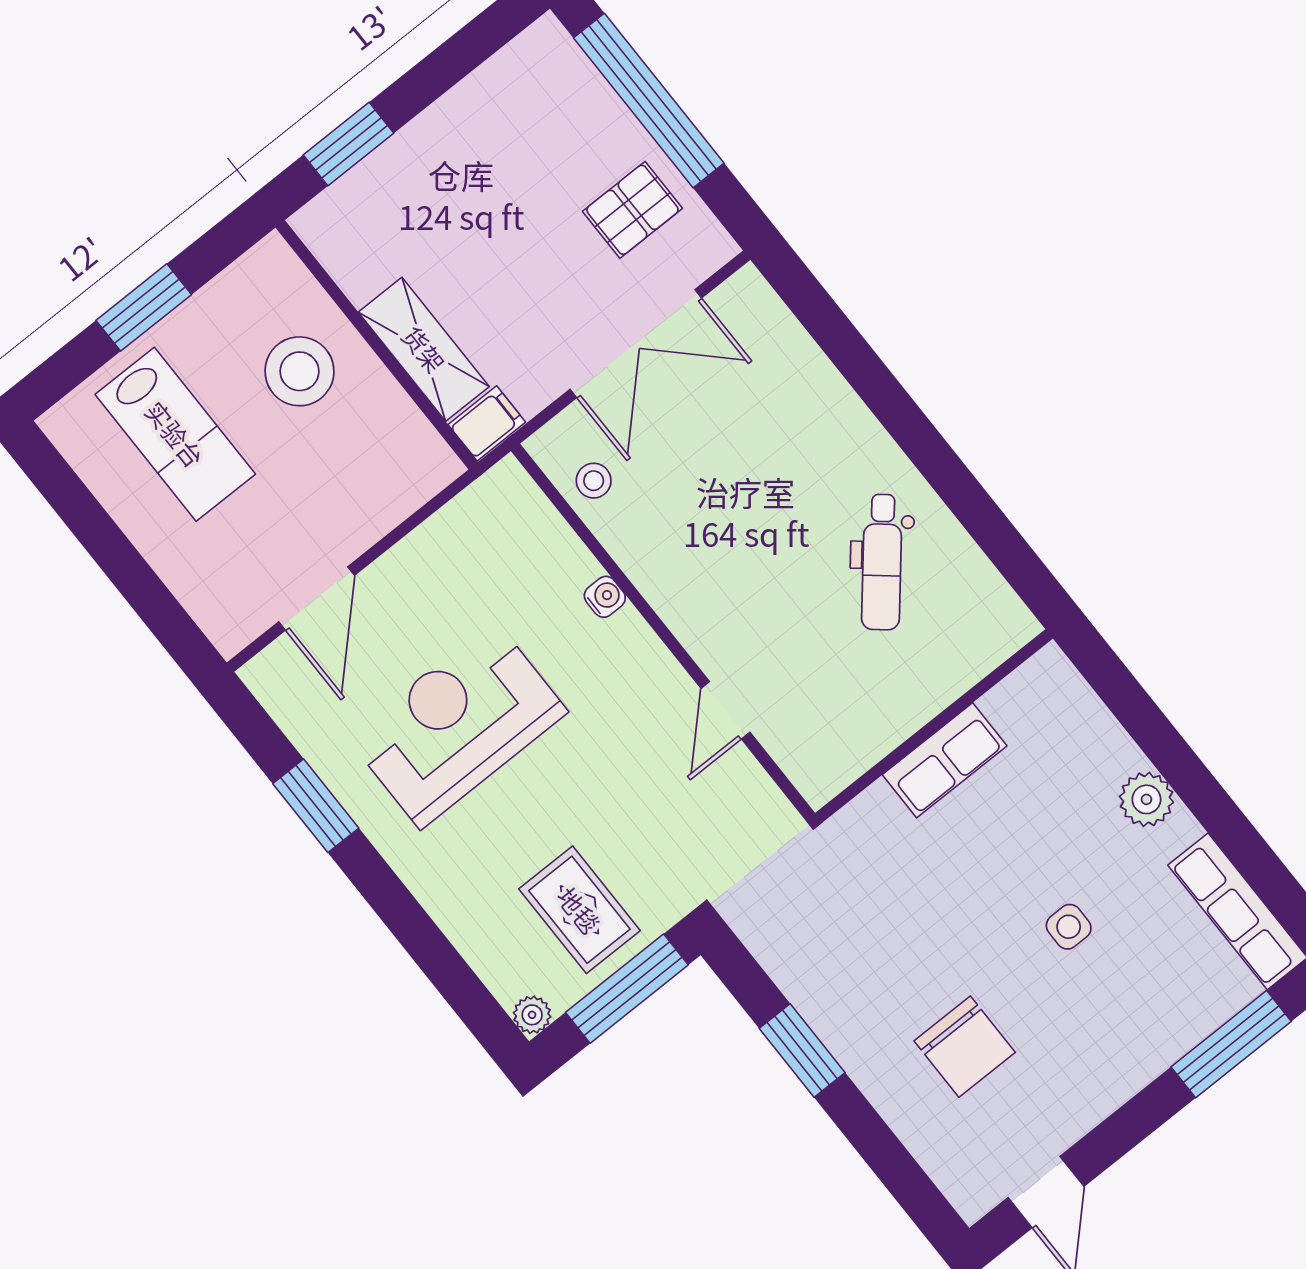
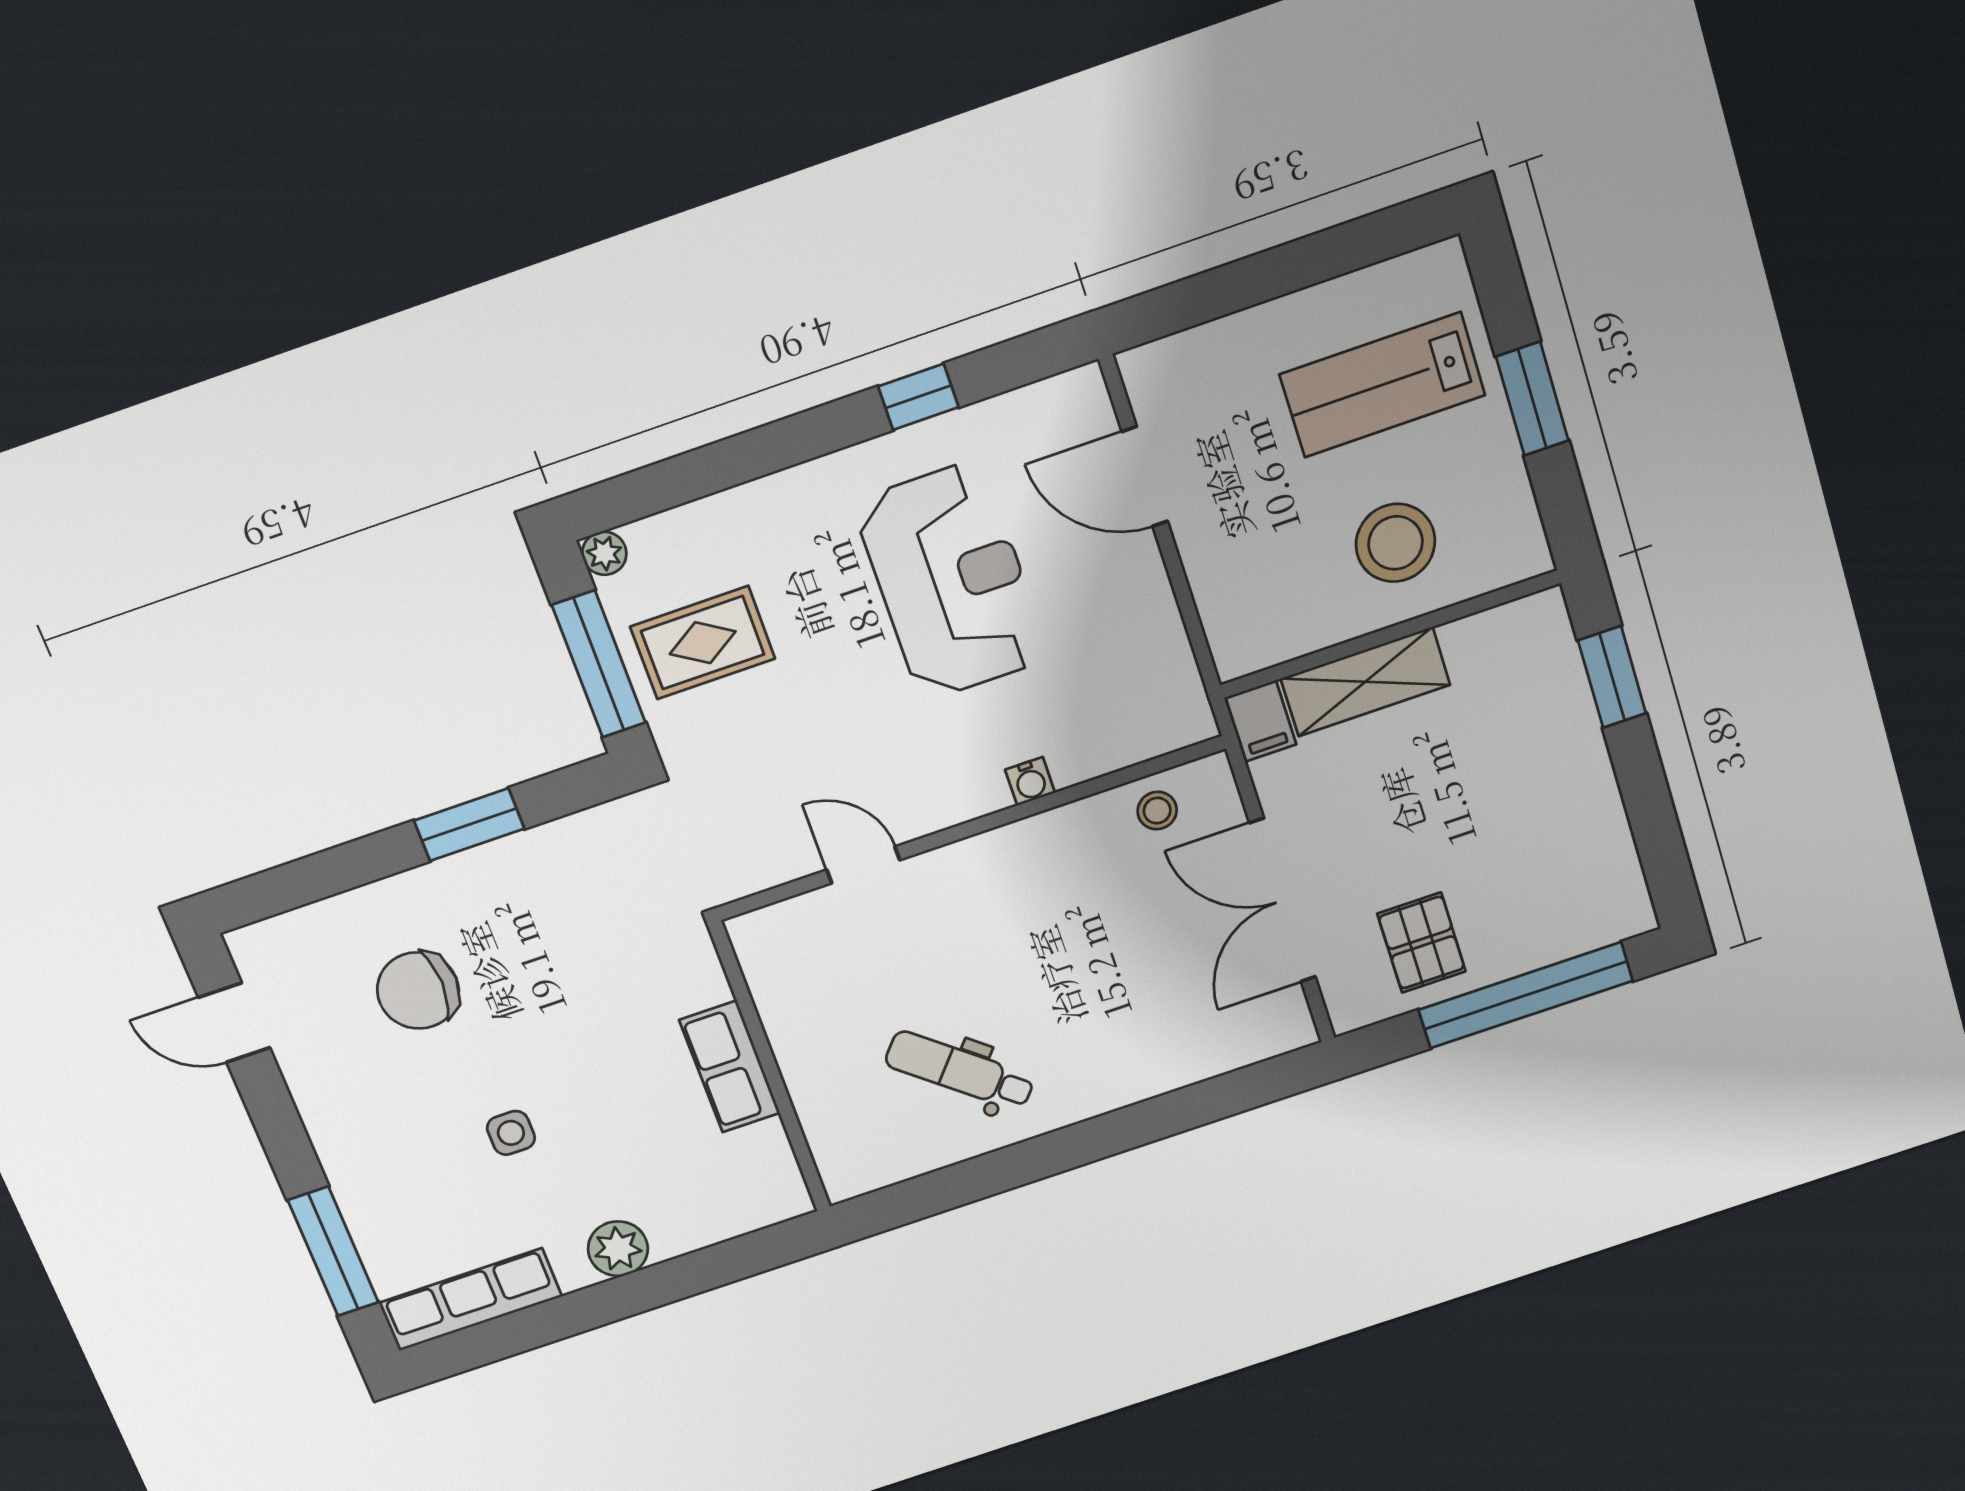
window: (316, 806) -> (918, 397), width x0.67

